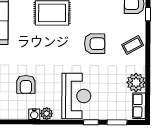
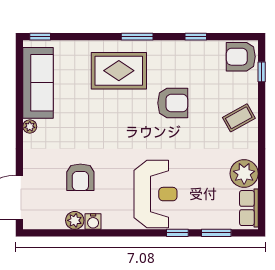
armchair: (95, 44) -> (173, 103), moved
plant: (47, 114) -> (75, 220), moved

